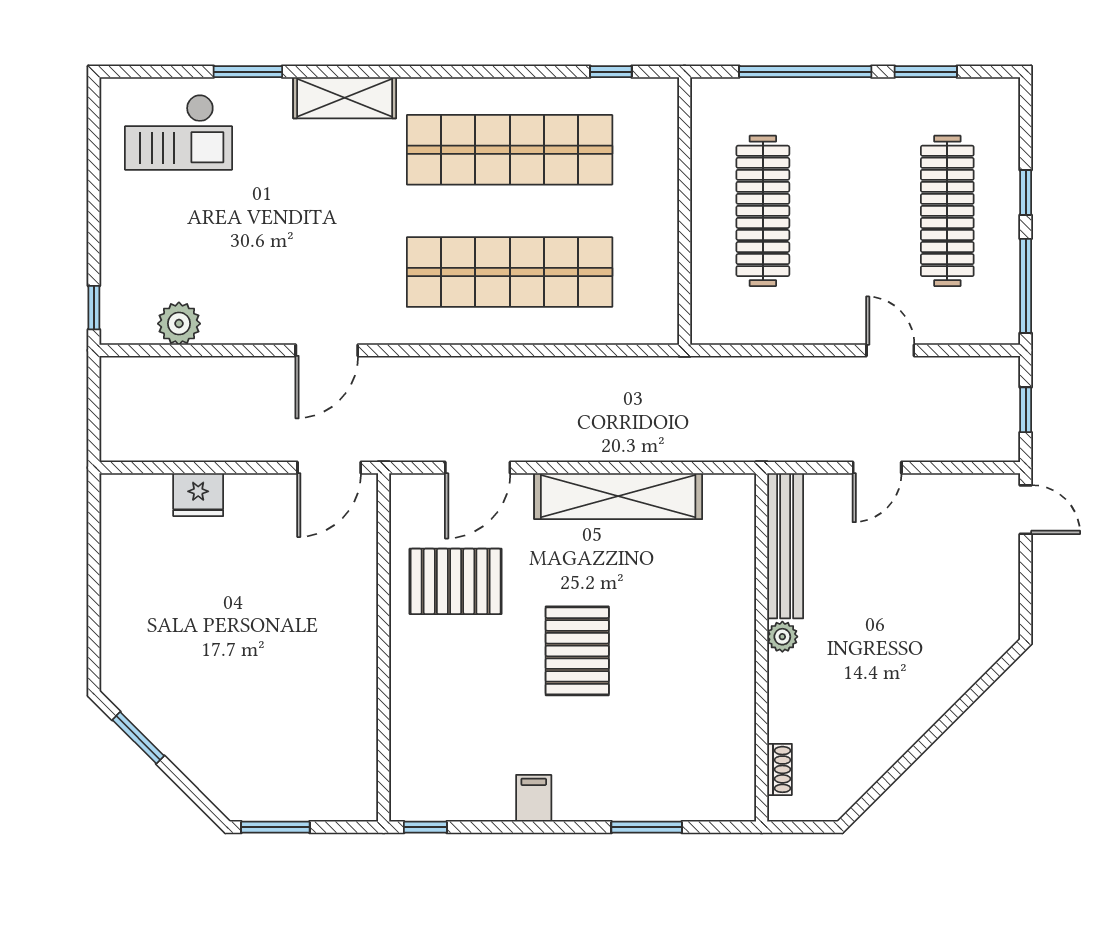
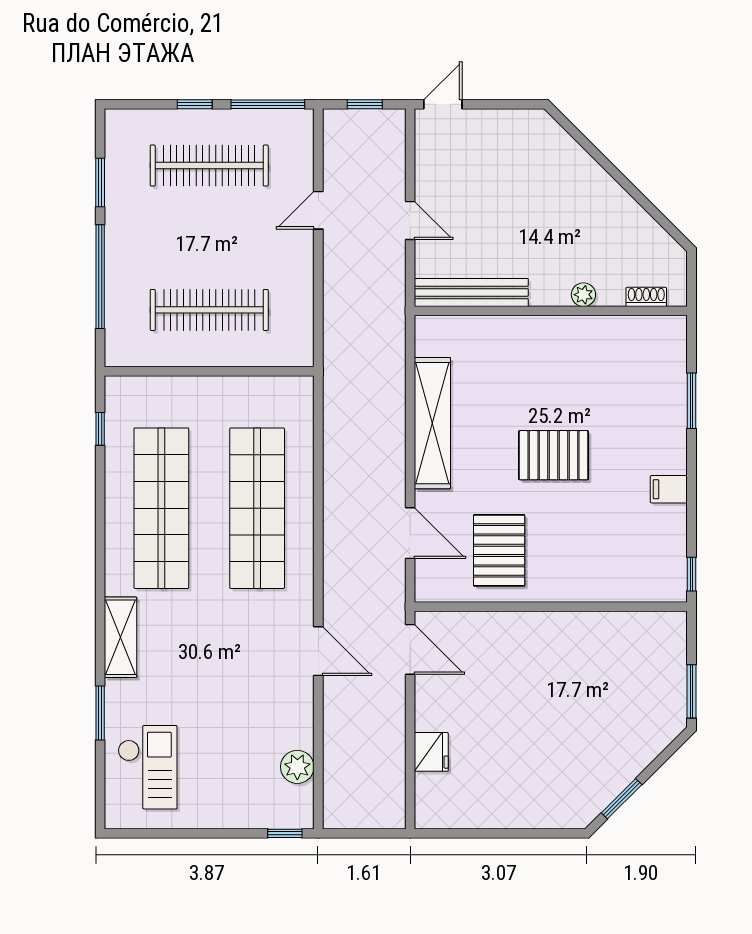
plant: (782, 637) -> (583, 295), moved

